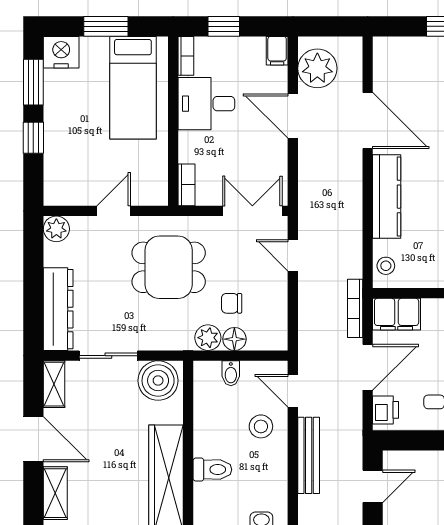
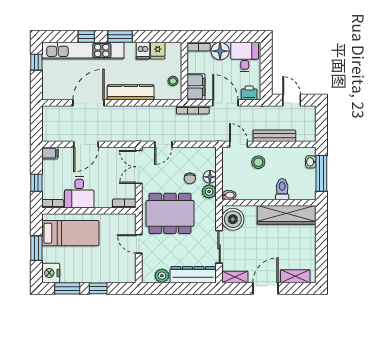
plant: (317, 68) -> (60, 131), removed
plant: (56, 229) -> (162, 276), moved
stool: (386, 266) -> (173, 81), moved
dining table: (169, 267) -> (170, 213), width x1.38
bidet: (231, 373) -> (229, 195), moved
door: (293, 391) -> (239, 144), swing flipped

